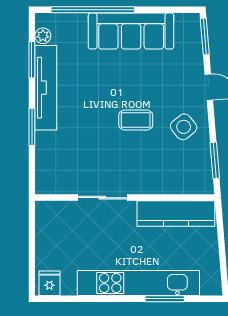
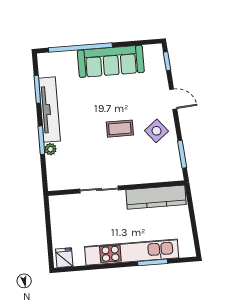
plant: (43, 36) -> (50, 149), moved
window: (205, 37) -> (167, 61), width x0.67

